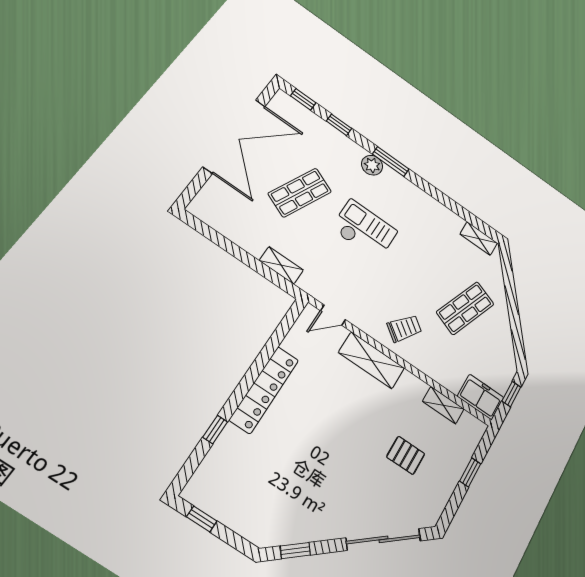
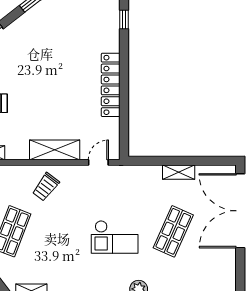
double door: (234, 136) -> (240, 211), moved
shelving: (281, 265) -> (179, 172), moved
window: (215, 430) -> (124, 20), moved

